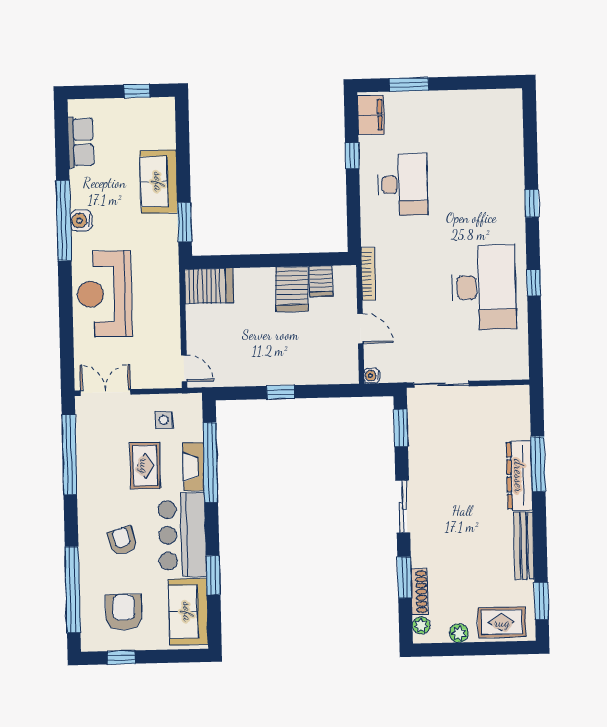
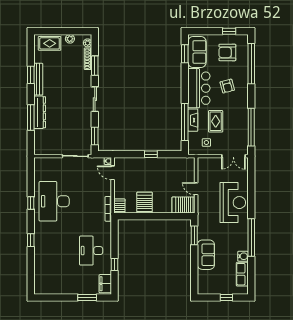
window: (137, 91) -> (226, 298), moved
water cooler: (81, 220) -> (243, 256), moved
server rack: (321, 281) -> (119, 206), moved
door: (360, 329) -> (113, 173), moved
door: (184, 368) -> (196, 189), moved
window: (213, 575) -> (185, 54), moved
window: (541, 601) -> (31, 75), moved
armchair: (124, 612) -> (227, 52), turned 90

